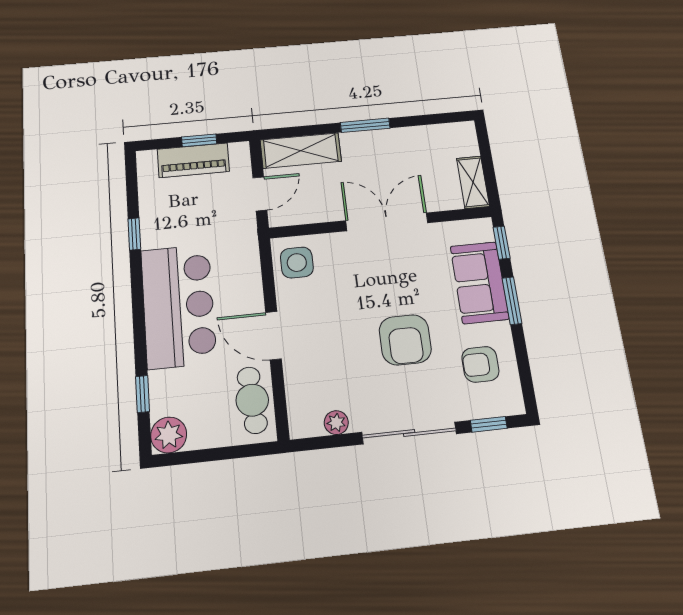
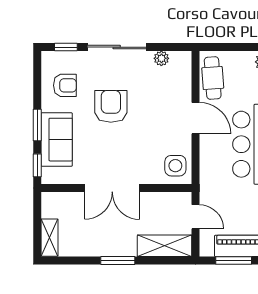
window: (199, 140) -> (234, 260), width x1.50
shelving: (473, 182) -> (49, 238), moved
door: (260, 194) -> (195, 217), swing flipped

